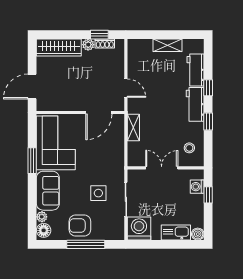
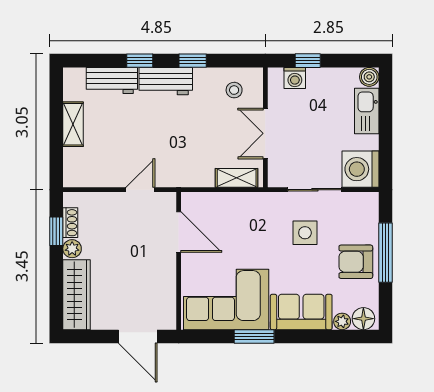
shelving: (133, 127) -> (237, 178), moved
armchair: (80, 225) -> (356, 262), turned 90

